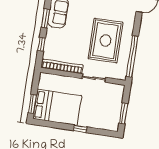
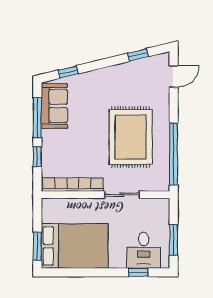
window: (45, 18) -> (37, 118), width x1.44
desk: (103, 117) -> (144, 250), added
window: (80, 129) -> (138, 272), moved

